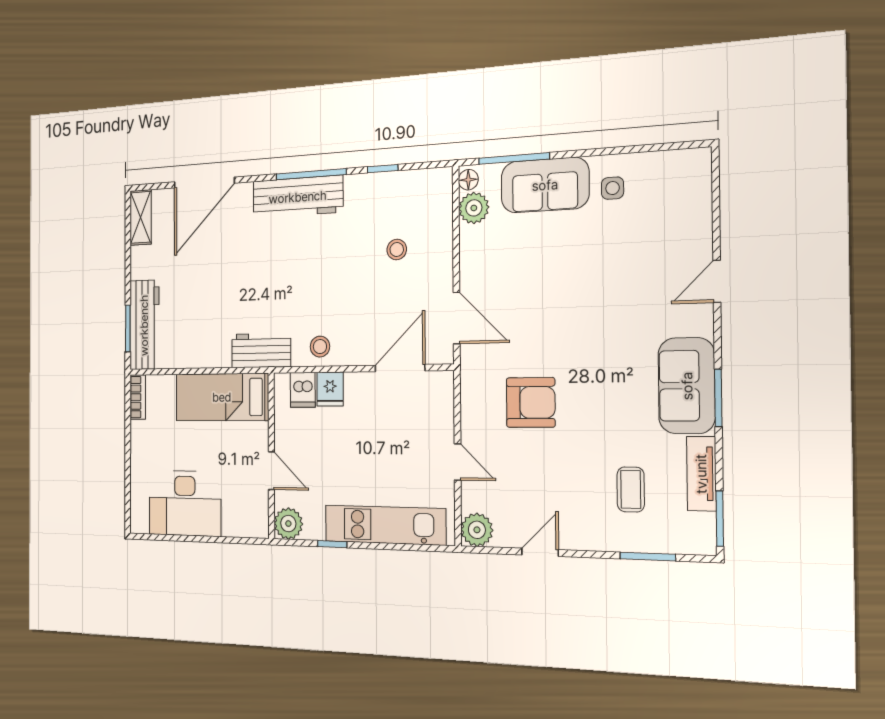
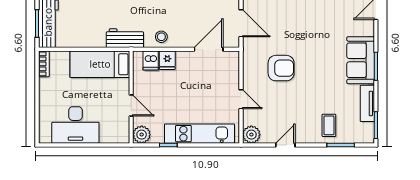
coffee table: (631, 490) -> (329, 125), moved

